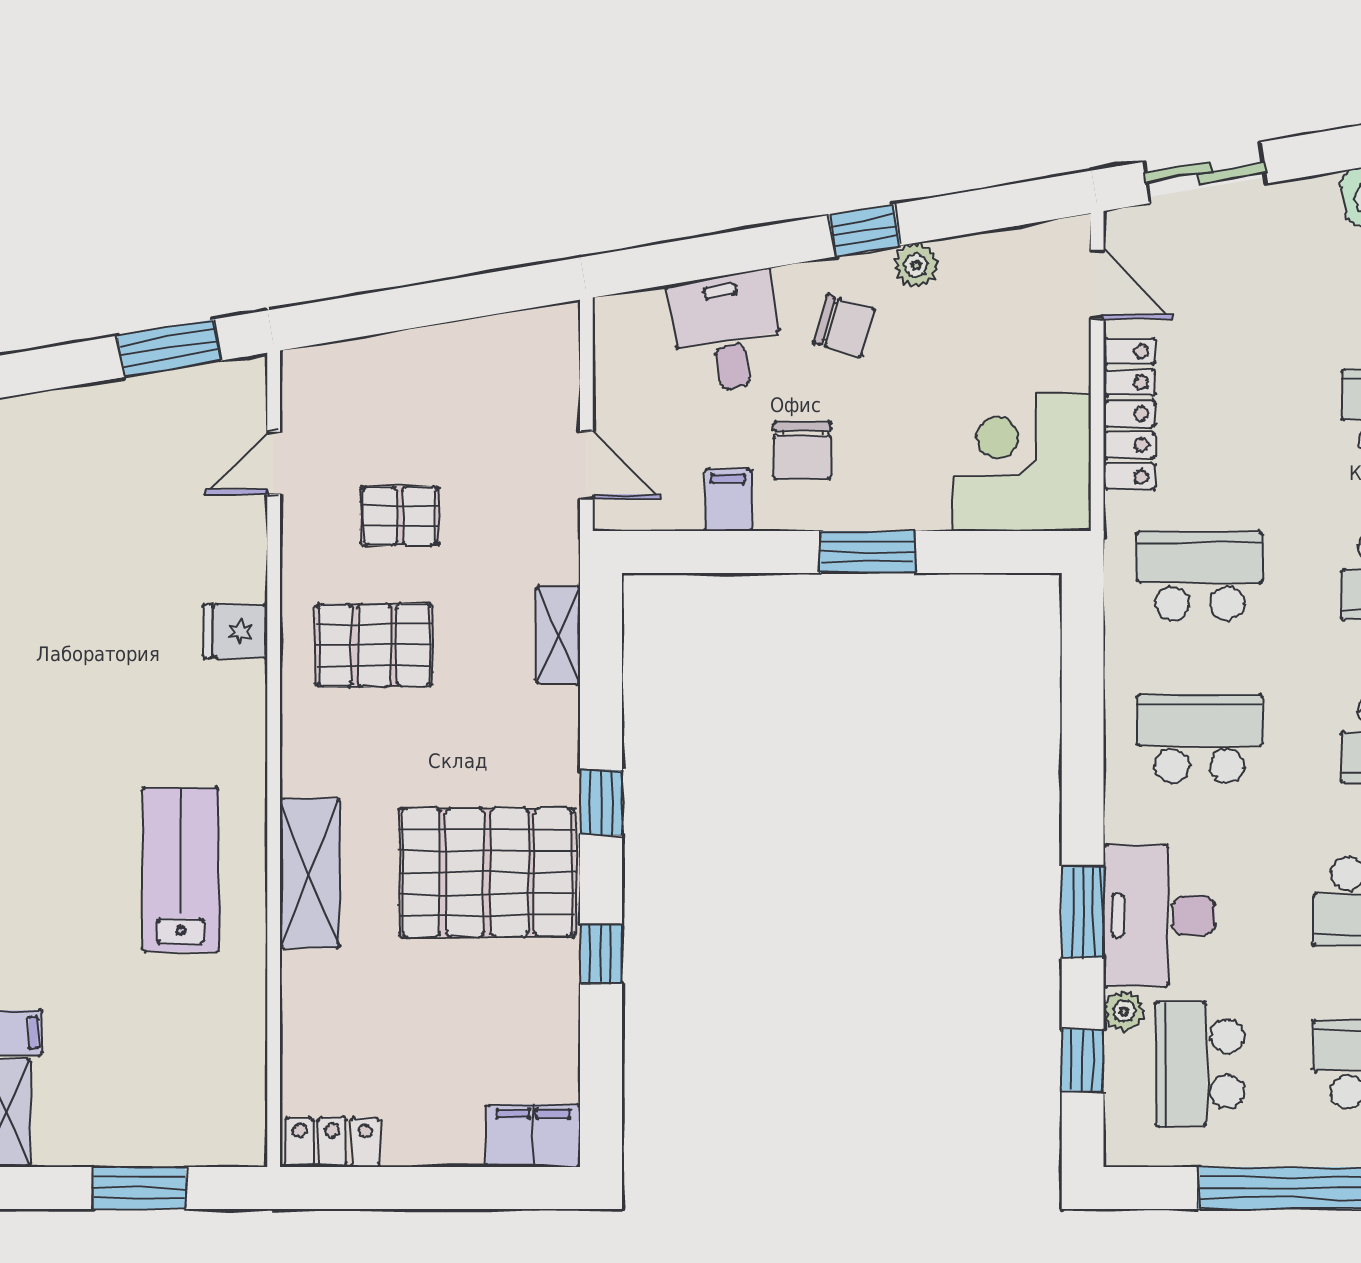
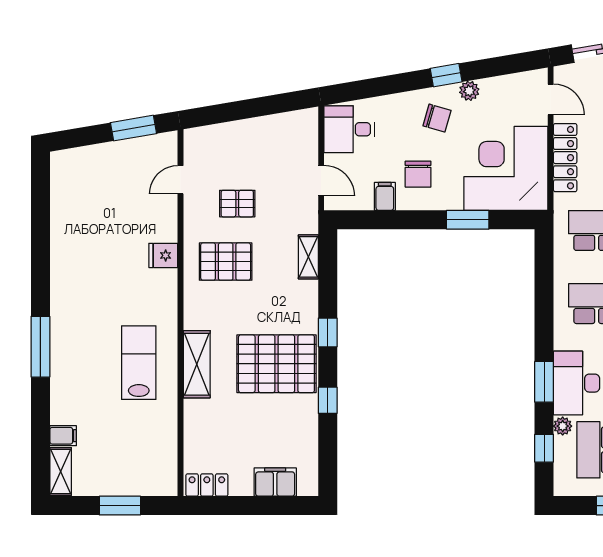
desk: (727, 332) -> (349, 129), moved, turned -80
corner desk: (1022, 462) -> (506, 168), width x1.36, depth x1.36
window: (867, 552) -> (468, 220), moved
filing cabinet: (533, 1136) -> (275, 482), moved

